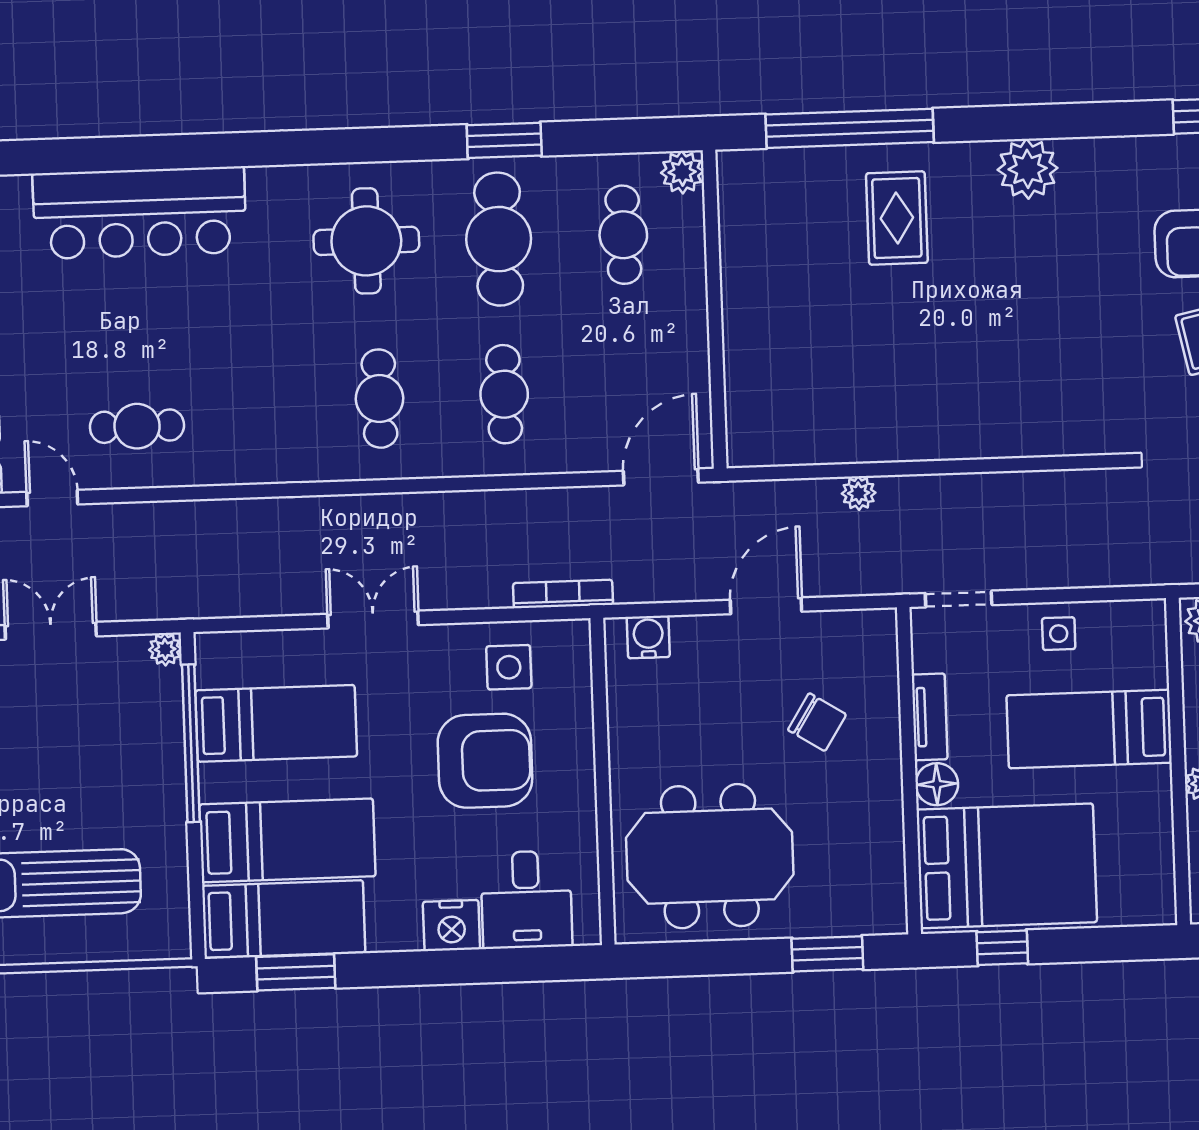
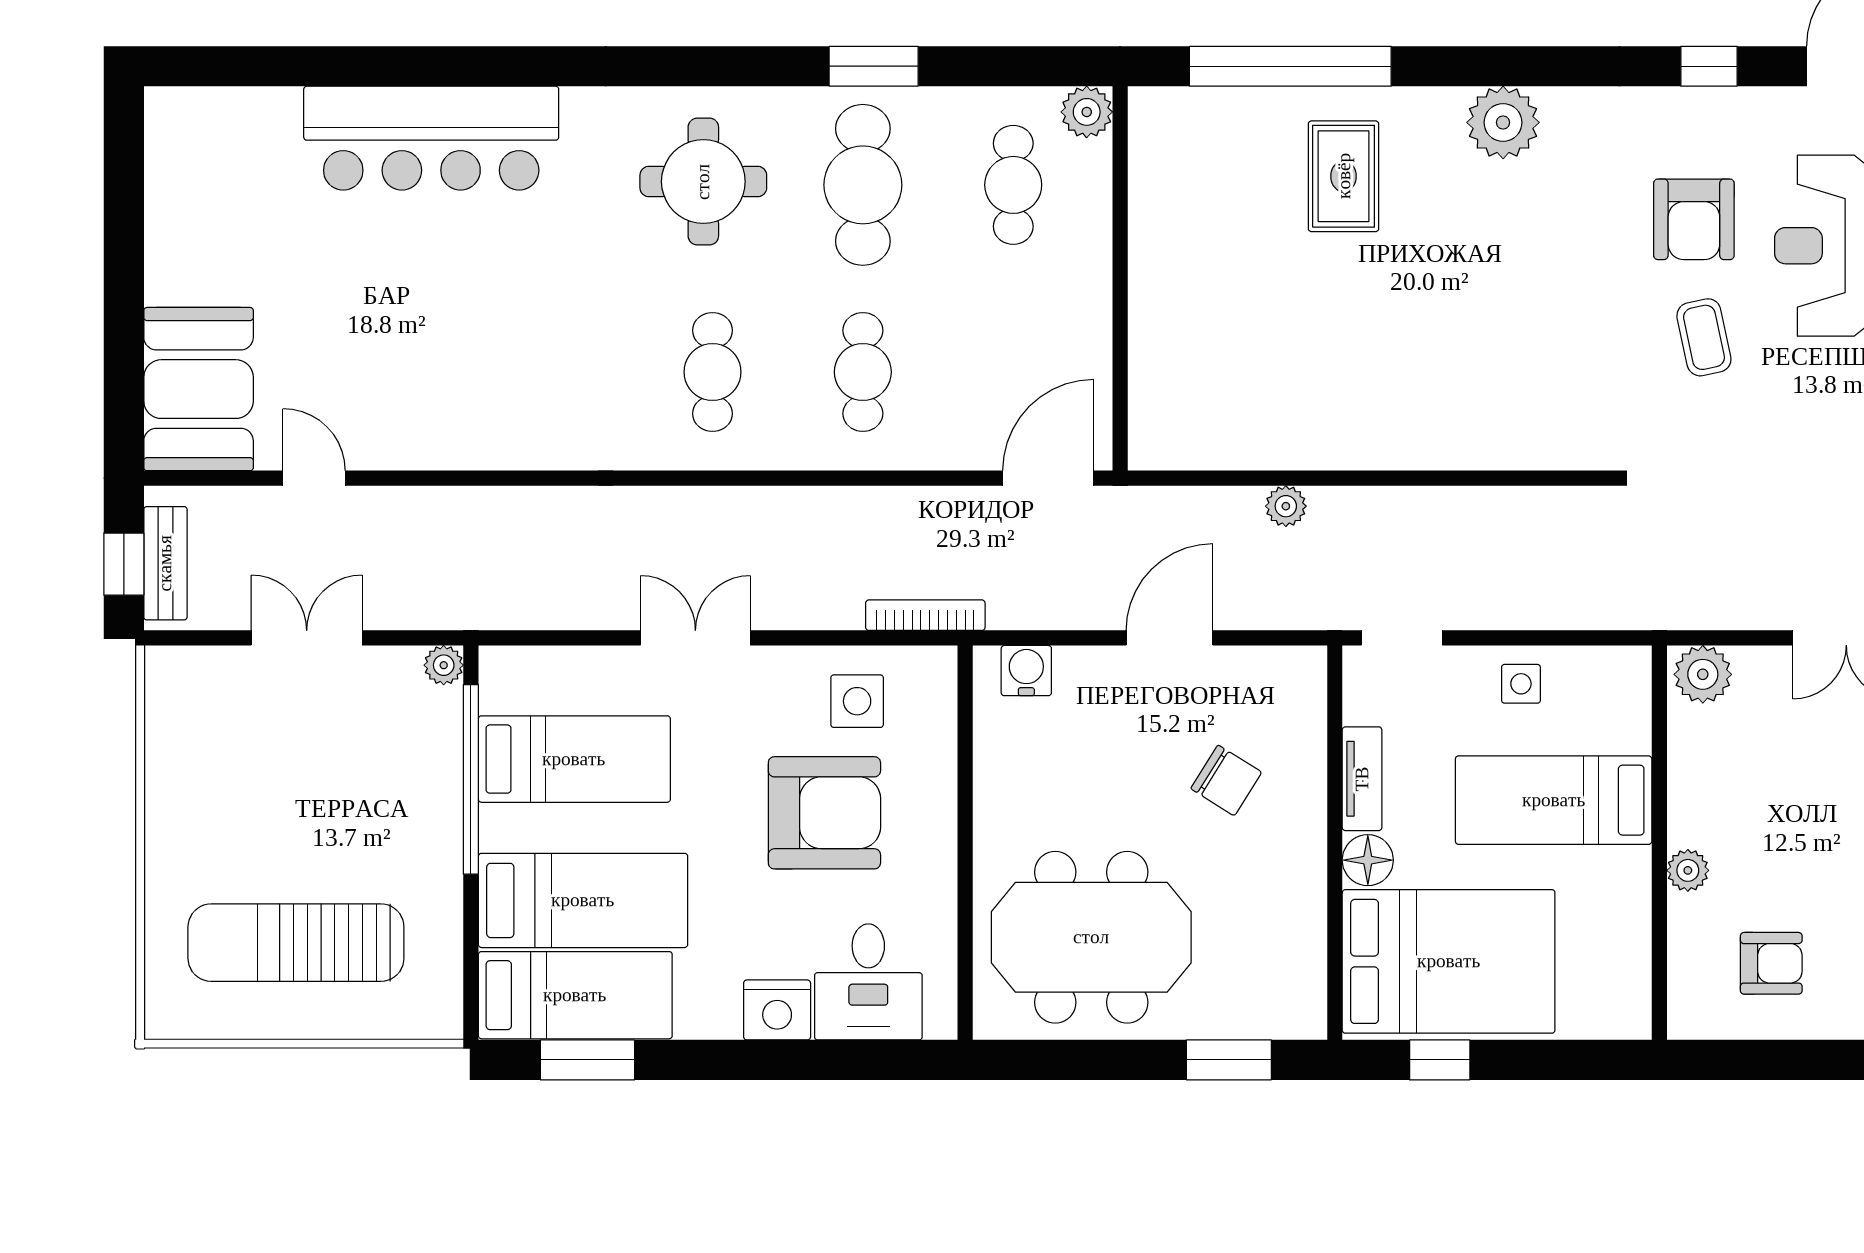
cafe table: (137, 426) -> (419, 395), removed

